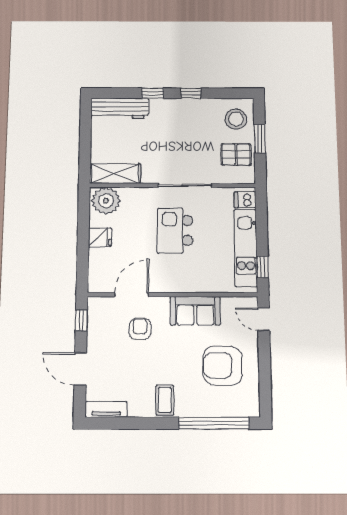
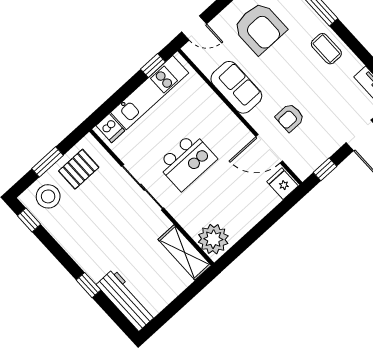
window: (191, 93) -> (29, 220), moved
pallet: (236, 155) -> (79, 169), turned 90
fridge: (100, 237) -> (283, 184), moved
door: (264, 319) -> (194, 28), hinge flipped
coffee table: (165, 400) -> (326, 49), turned 90

